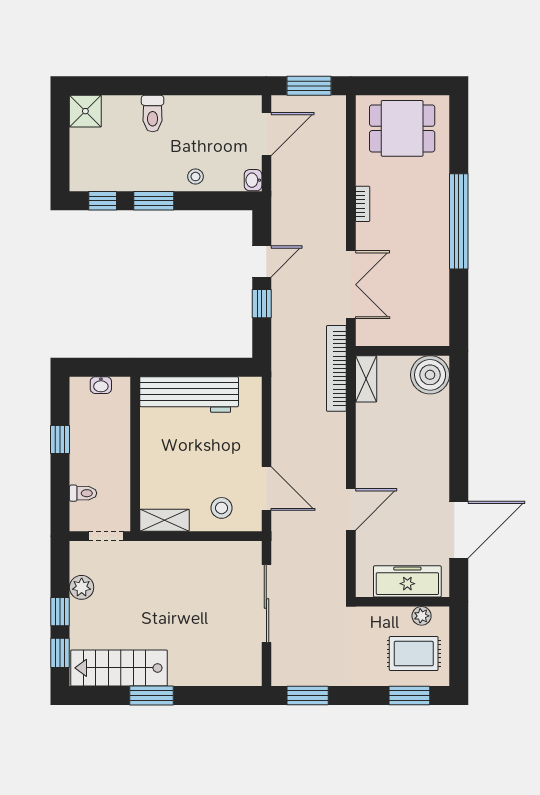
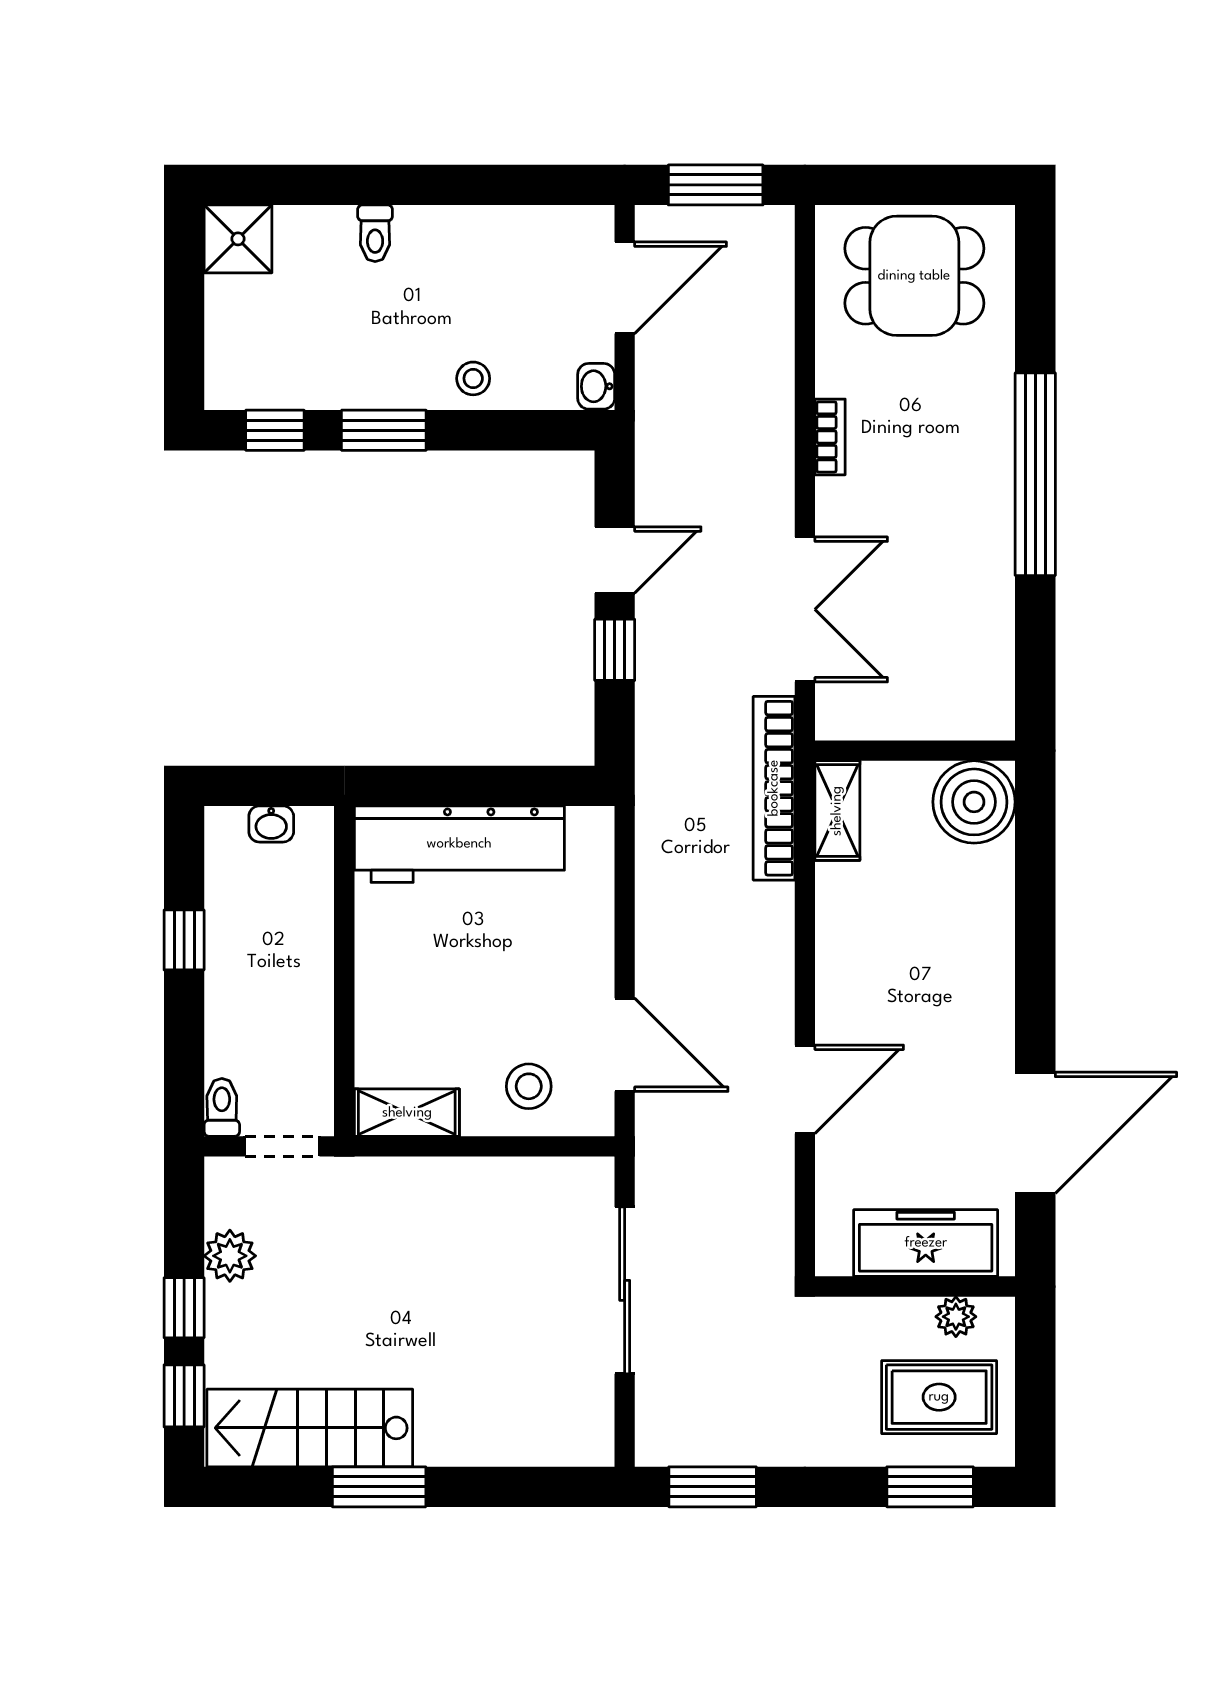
toilet: (153, 114) -> (375, 233), width x0.73, depth x0.72
toilet: (83, 493) -> (222, 1107), moved, turned -90

